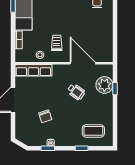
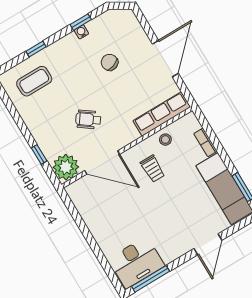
plant: (104, 85) -> (66, 167), moved

